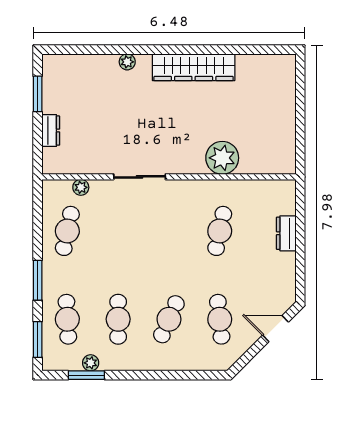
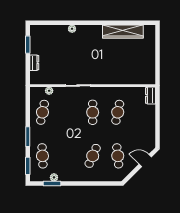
wardrobe: (194, 67) -> (123, 31), moved
plant: (222, 158) -> (119, 76), removed
dresser: (286, 233) -> (151, 95), moved
cafe table: (118, 319) -> (93, 112), moved

